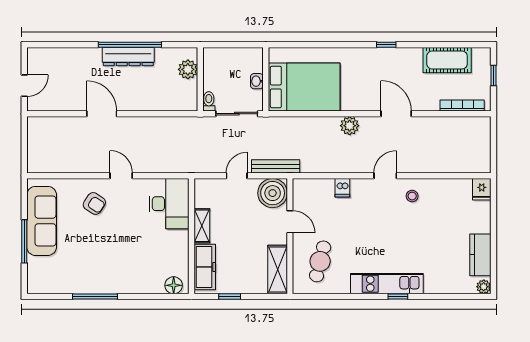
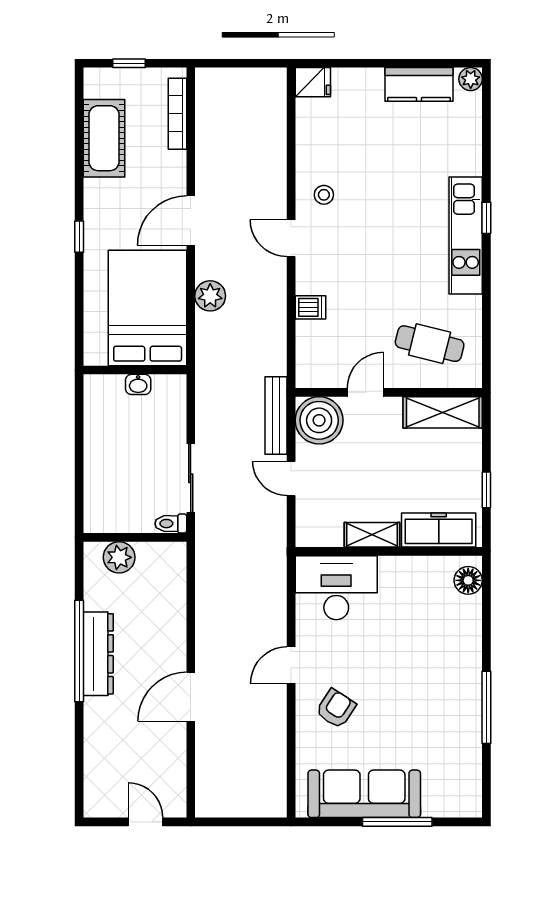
wall: (266, 79) -> (135, 370), moved
washbasin: (257, 81) -> (138, 384), moved
bed: (304, 87) -> (148, 308), moved

